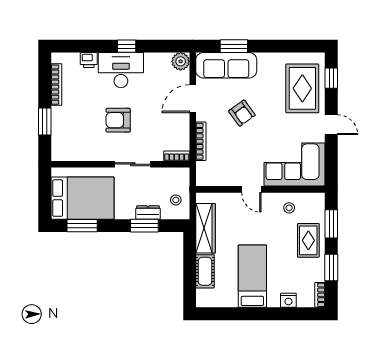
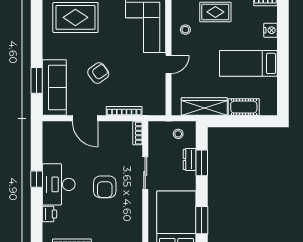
plant: (181, 61) -> (51, 129), removed

